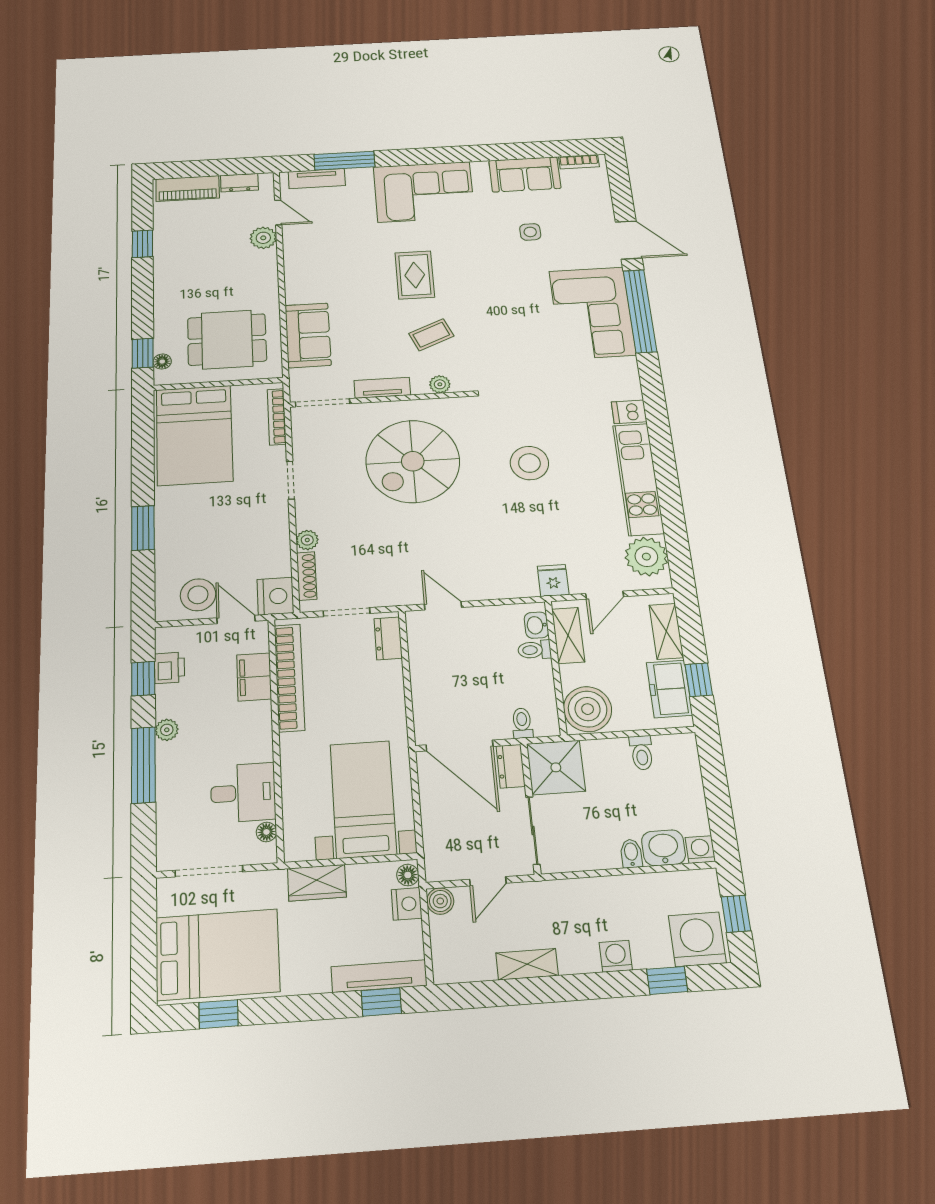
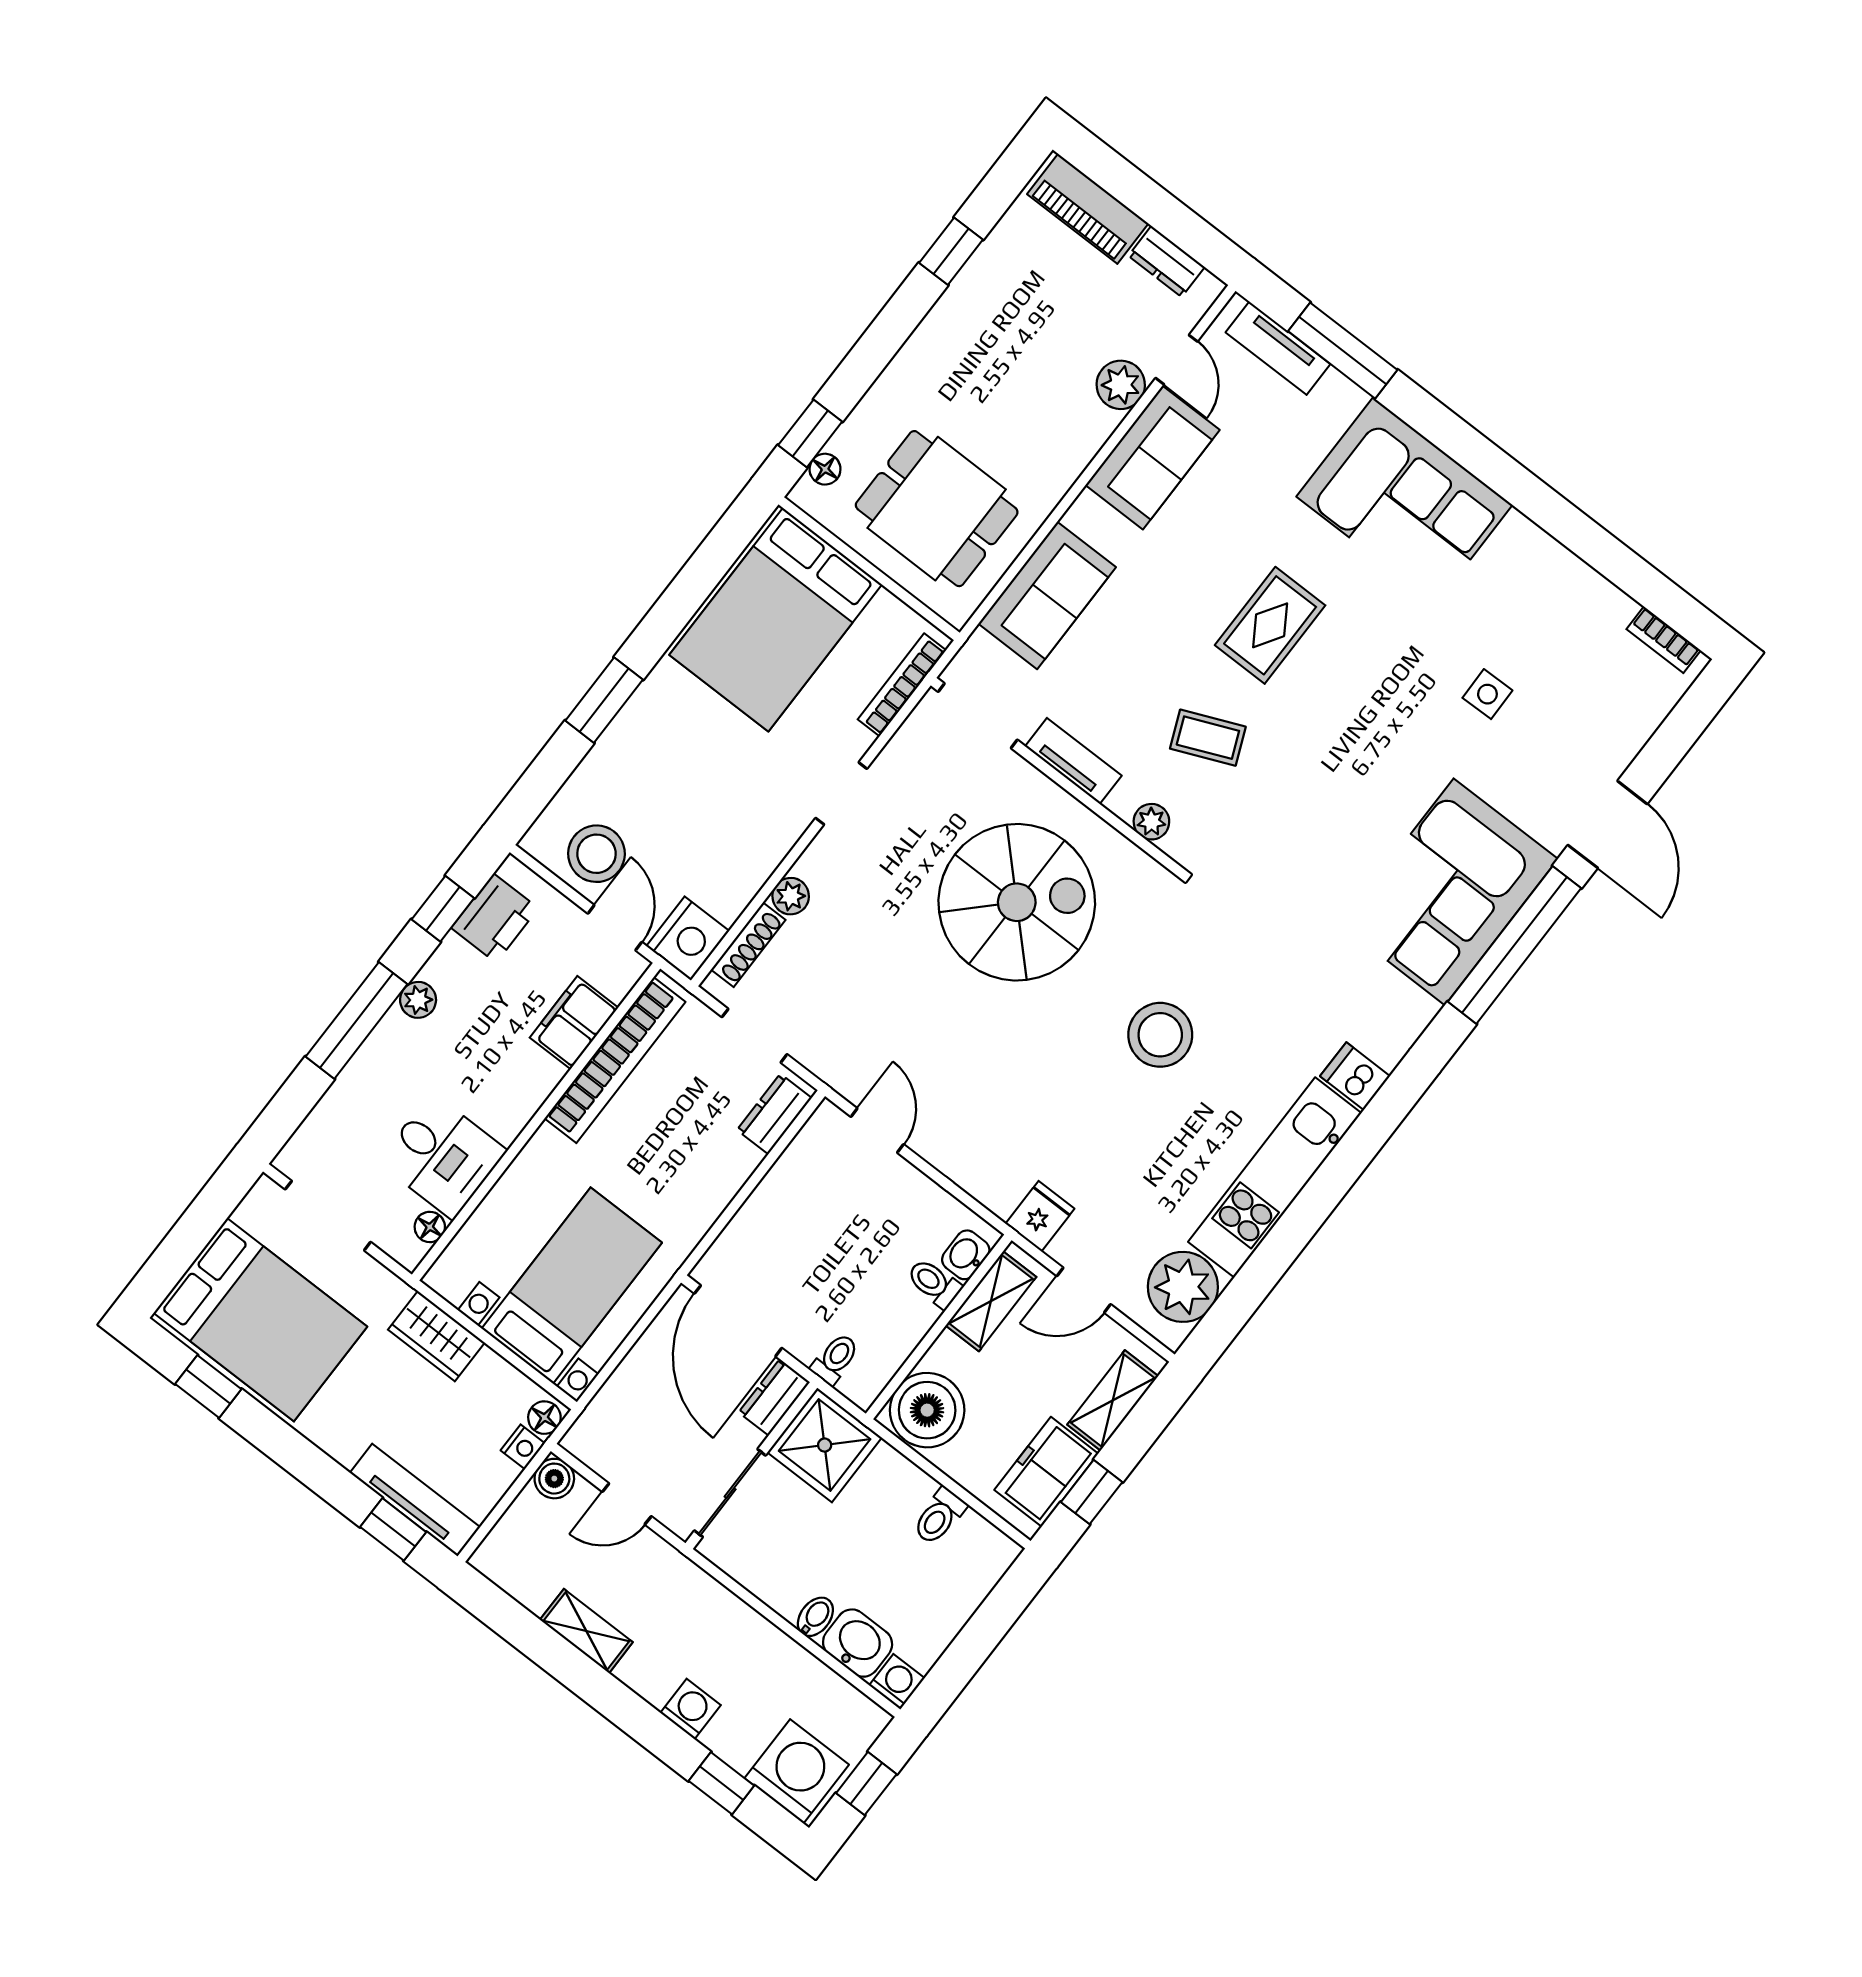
sofa: (525, 174) -> (1153, 458), moved, turned -90
spiral stairs: (413, 461) -> (1017, 902), turned 180
printer: (170, 668) -> (495, 918), width x1.36, depth x1.24
nightstand: (407, 904) -> (523, 1447), width x0.72, depth x0.74

